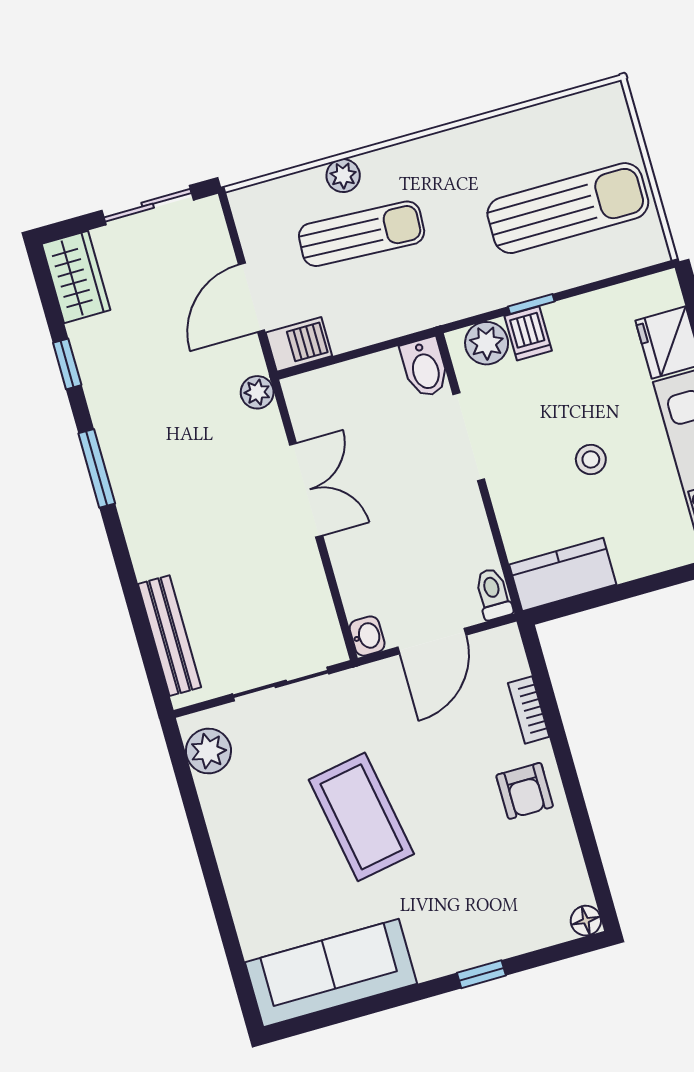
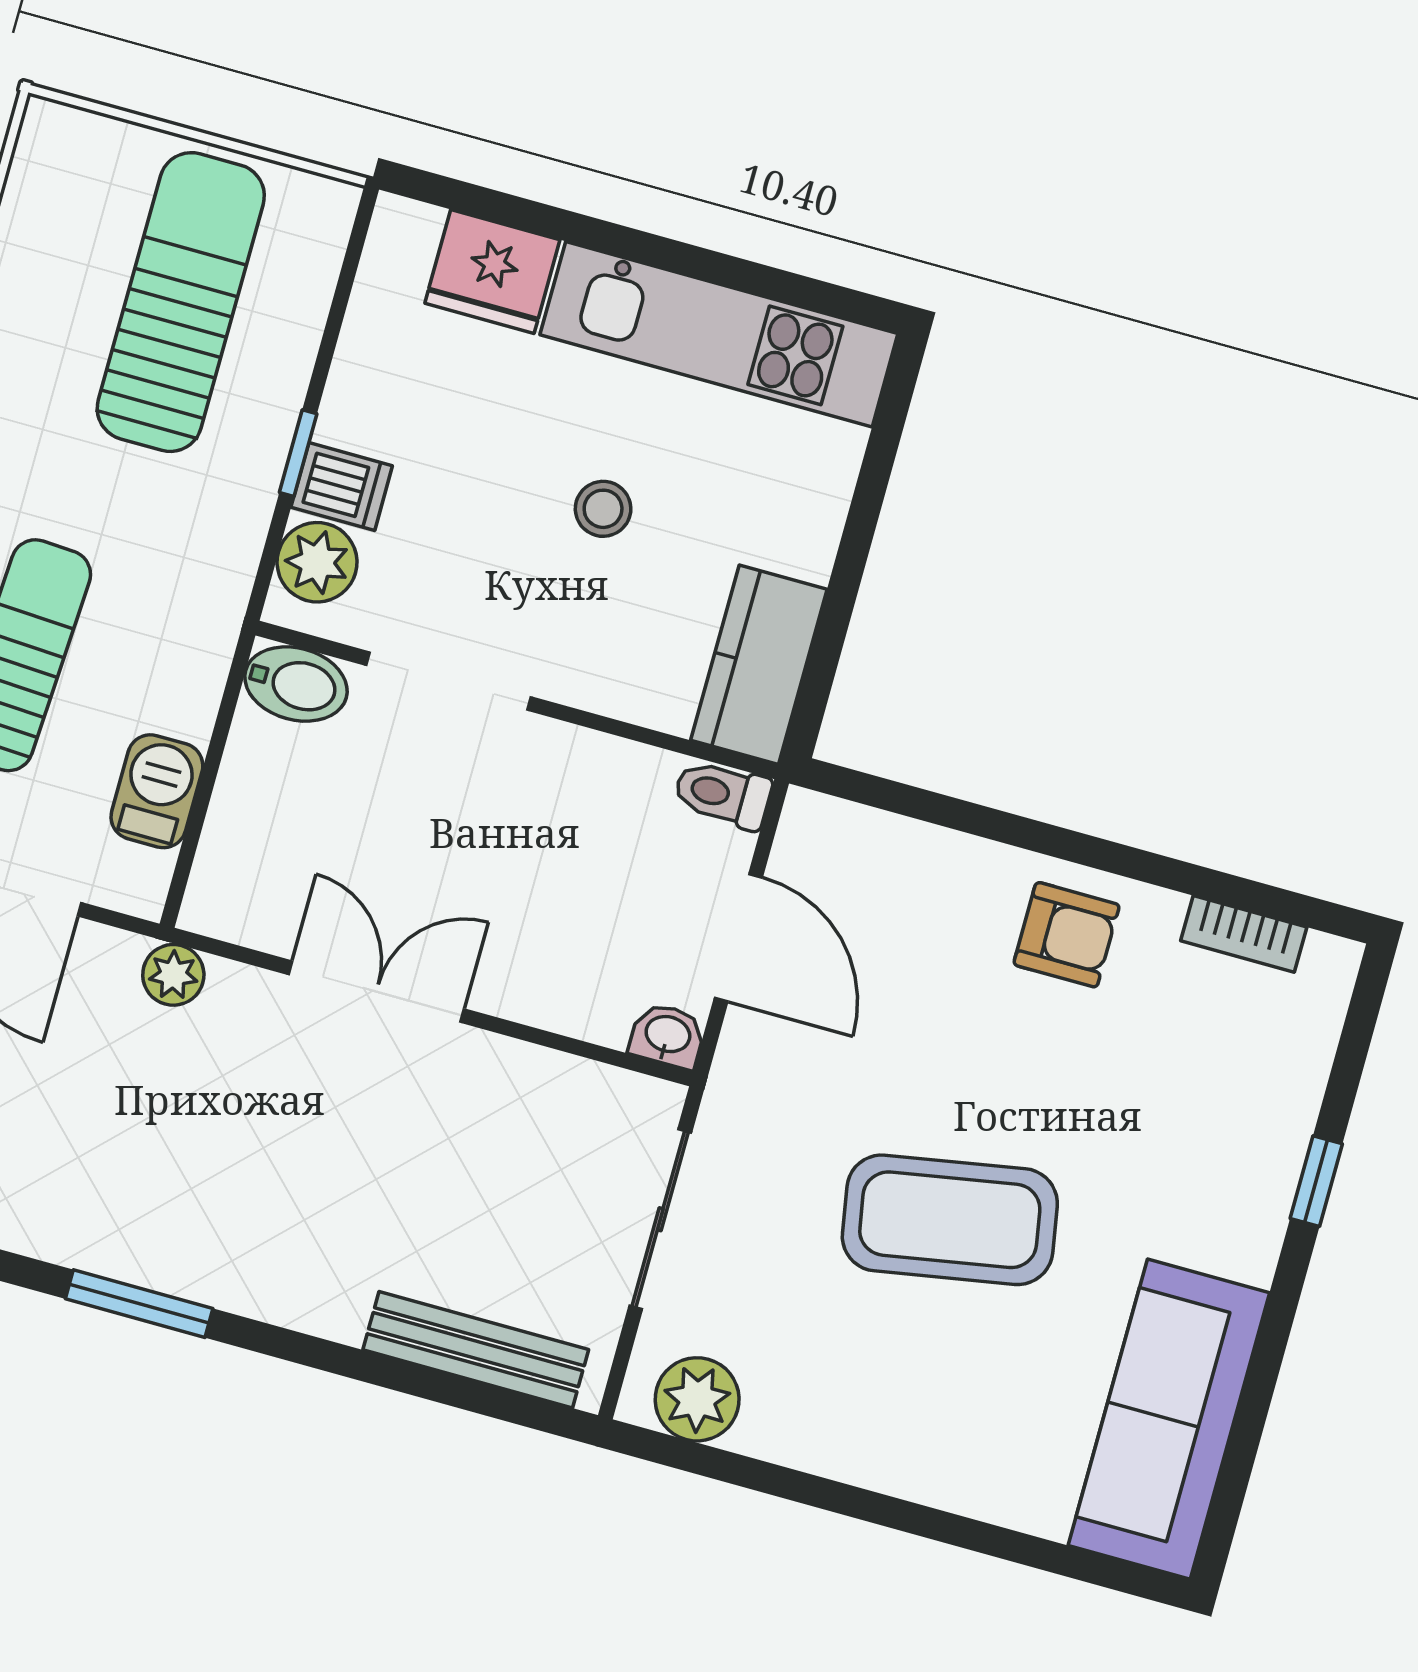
barbecue: (299, 344) -> (157, 791), moved
bookcase: (529, 710) -> (1244, 934), moved
floor lamp: (586, 921) -> (1332, 963), removed

